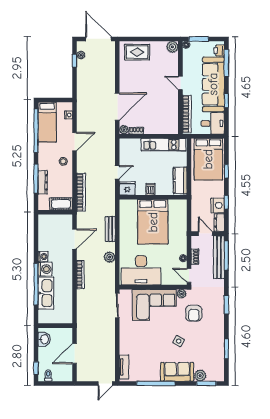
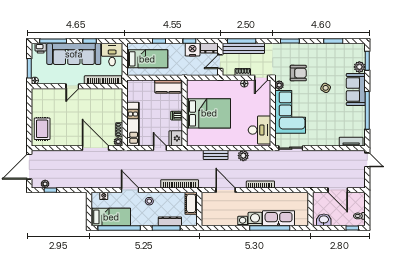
plant: (172, 47) -> (37, 94), removed
kitchen unit: (164, 145) -> (133, 124), moved
bed: (208, 159) -> (147, 59), width x0.67
desk: (141, 270) -> (259, 130), width x0.73, depth x0.77

